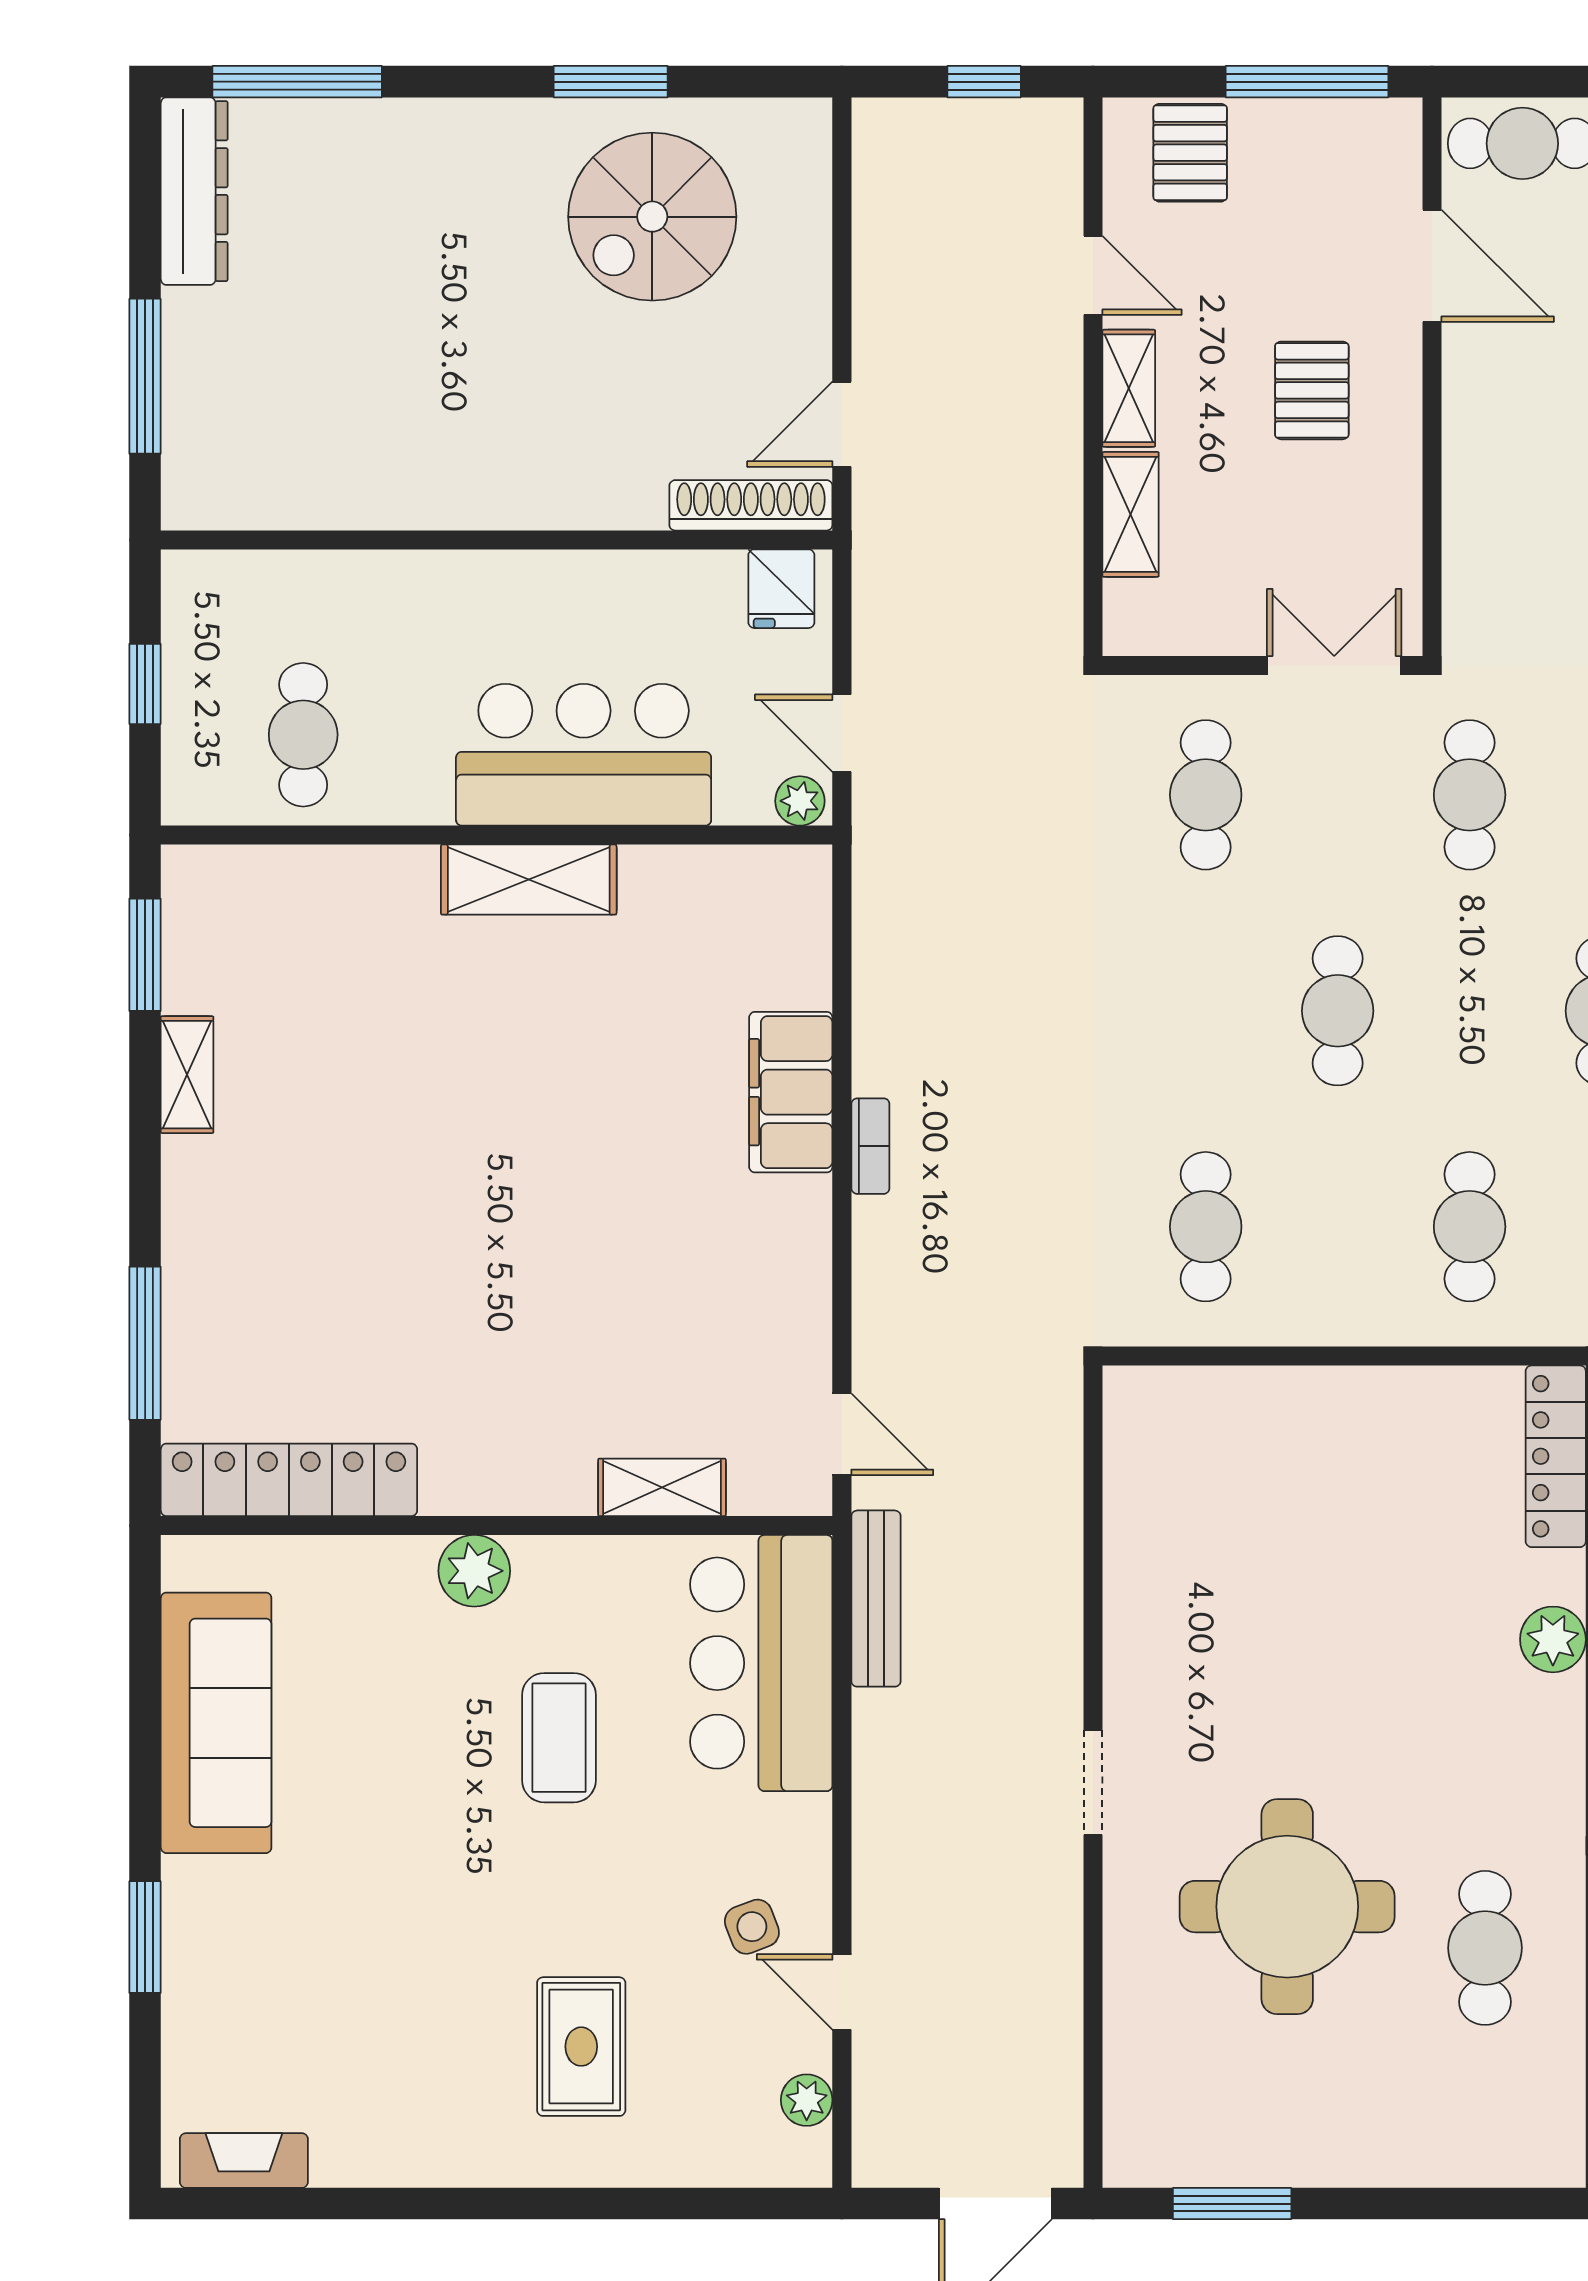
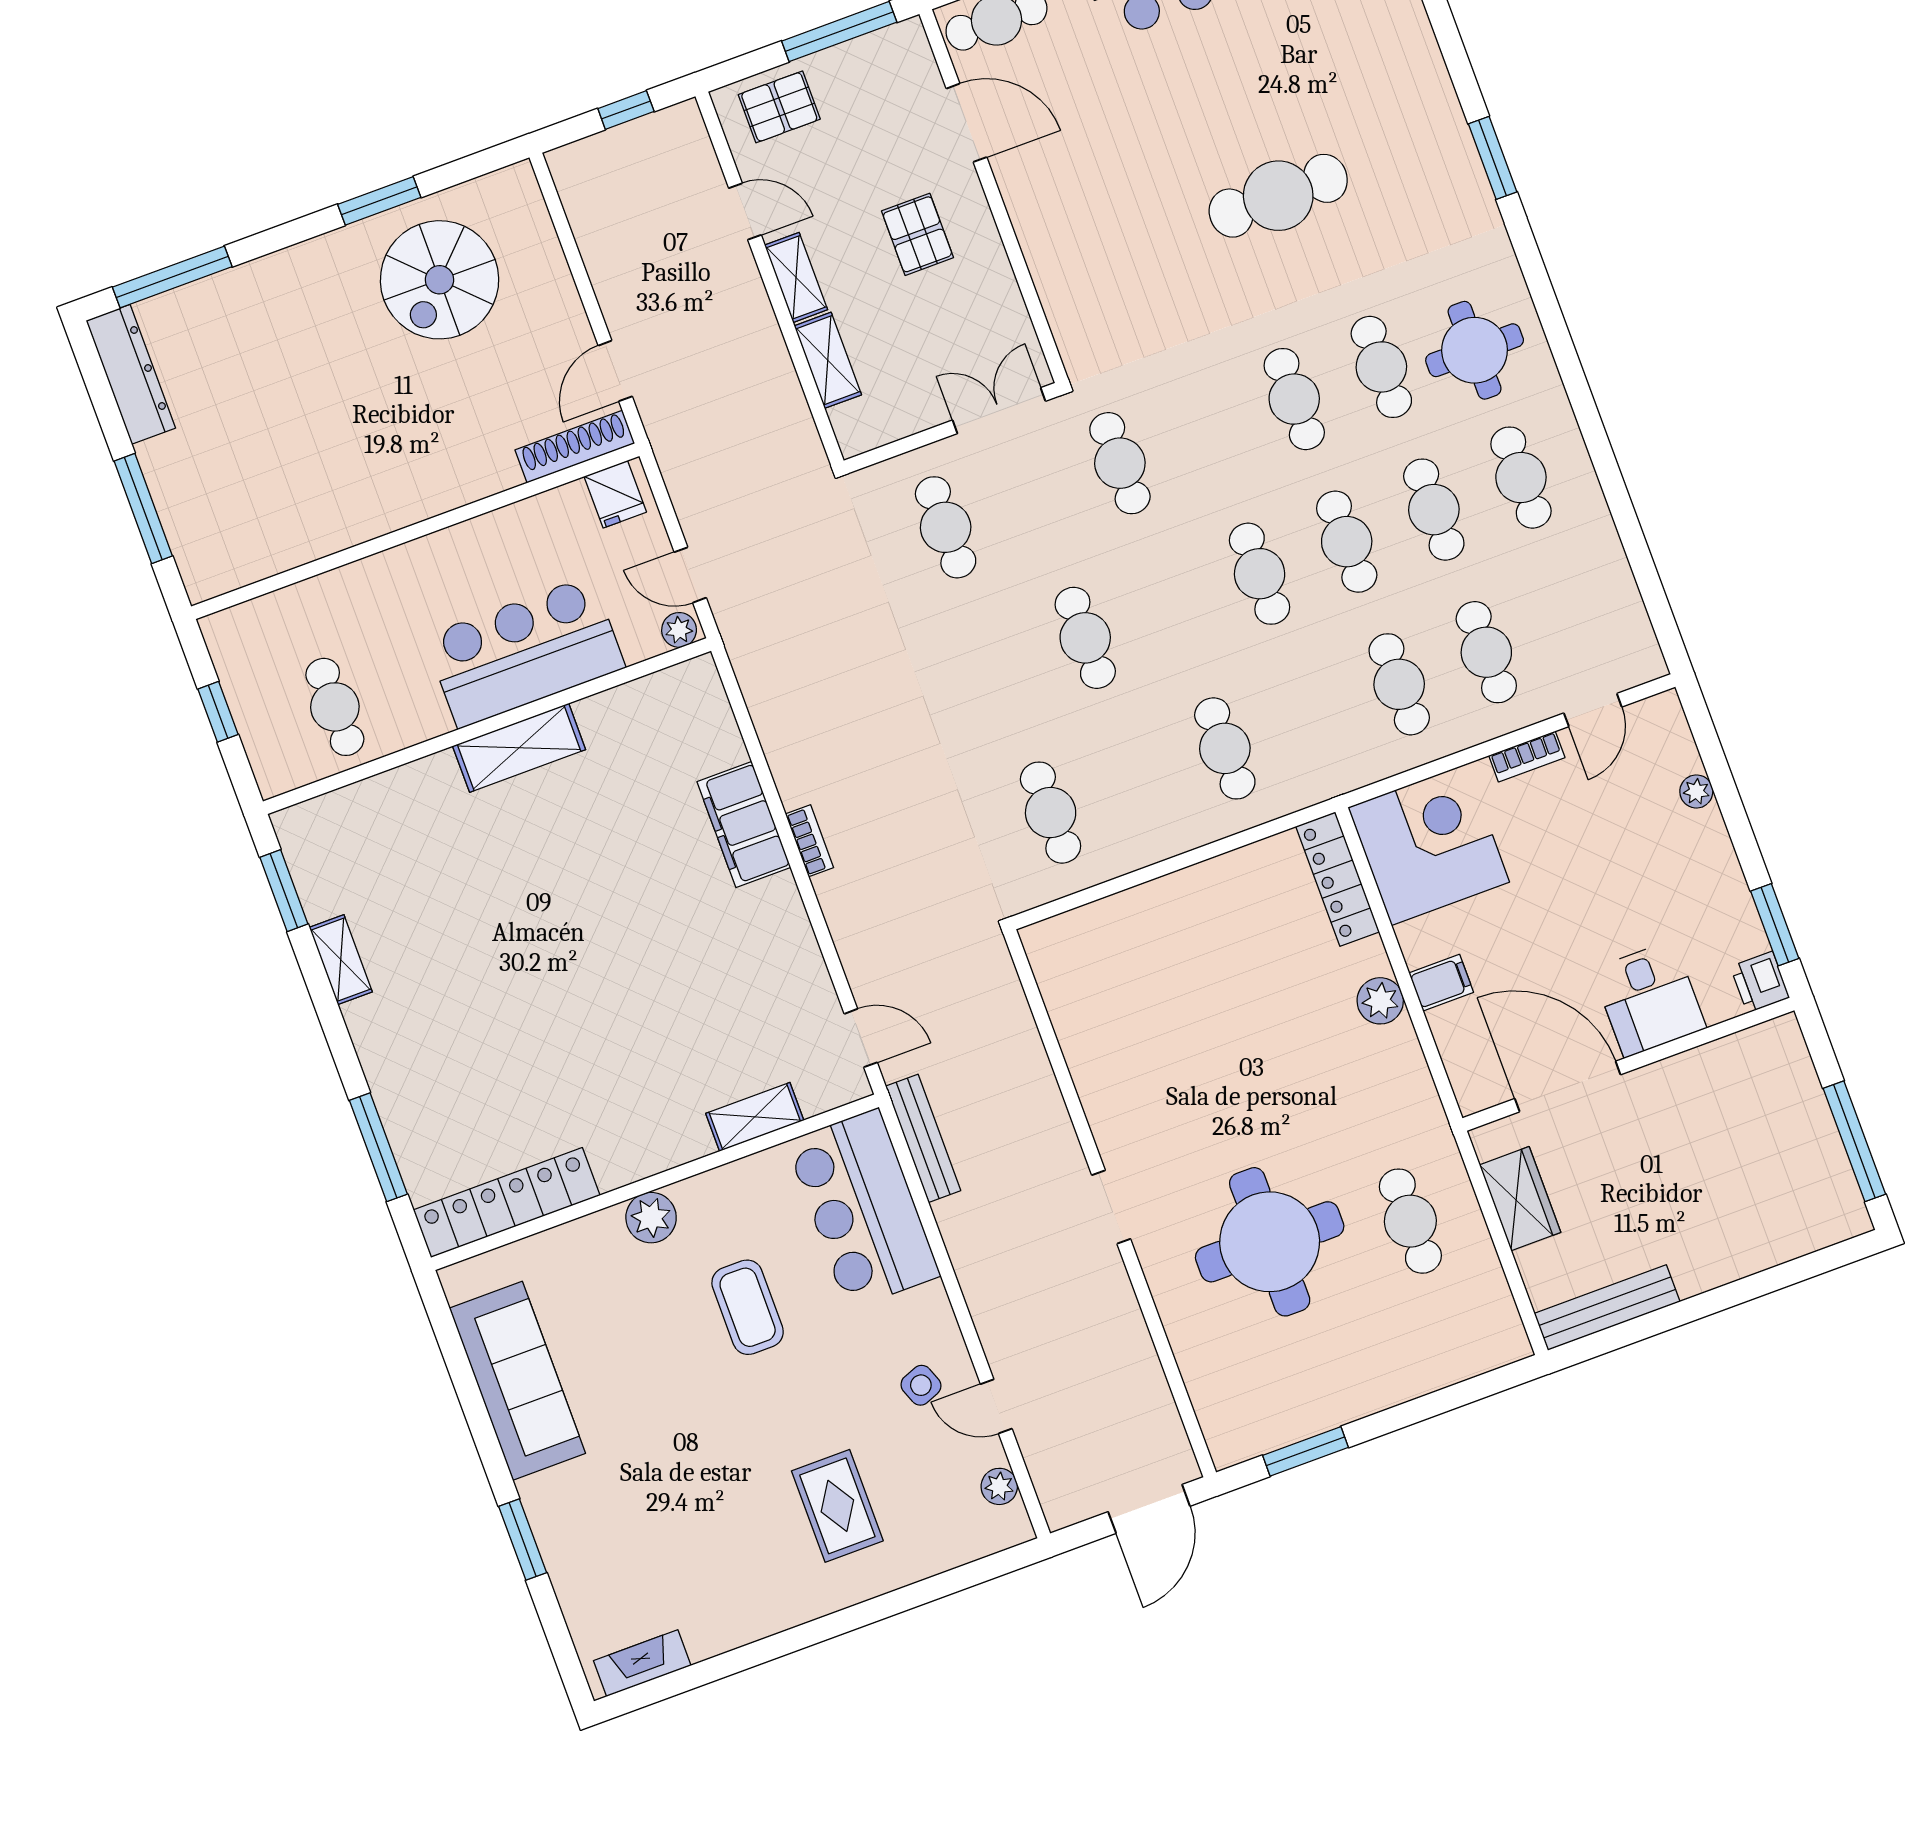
pallet: (1190, 153) -> (779, 107), turned 90

